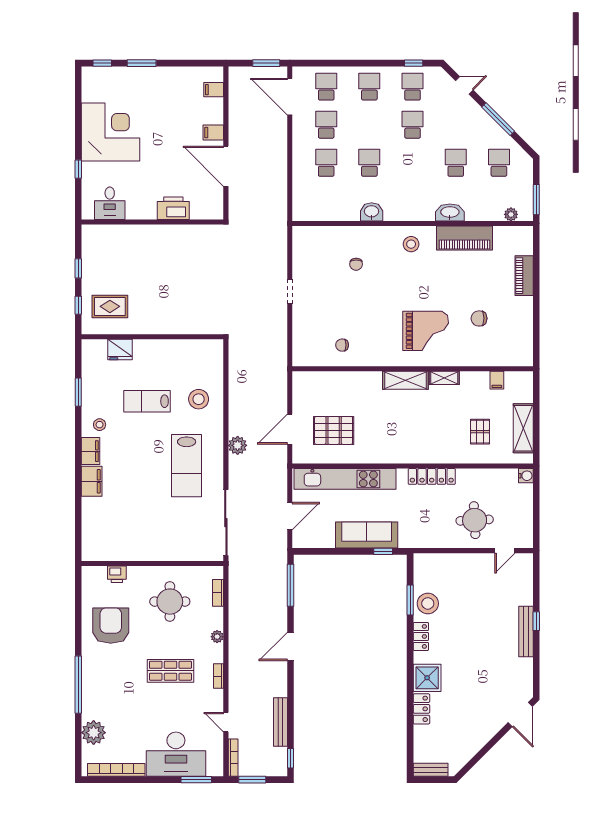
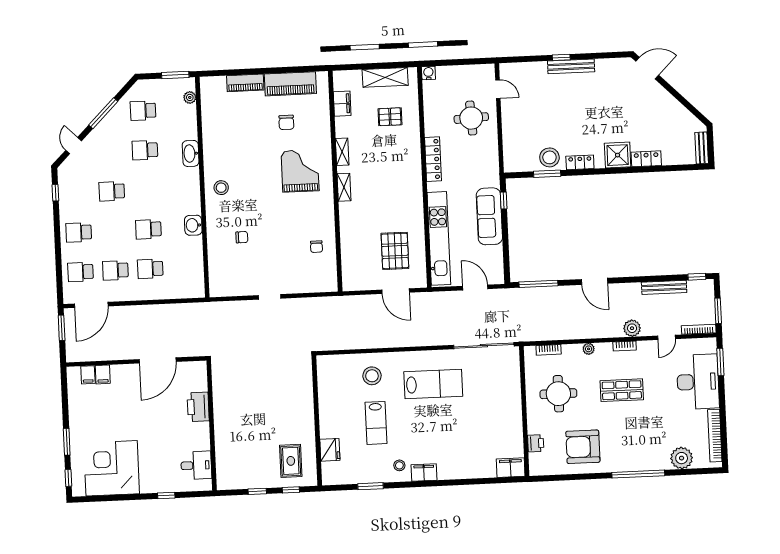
school desk: (413, 87) -> (77, 193), removed
corner desk: (111, 132) -> (112, 468), moved
filing cabinet: (213, 133) -> (103, 374), moved
piano: (465, 238) -> (290, 84), moved, turned 90
shelving: (405, 380) -> (344, 187), width x0.67, depth x0.75
filing cabinet: (497, 380) -> (342, 104), width x2.00
plant: (238, 445) -> (632, 328), moved
filing cabinet: (92, 481) -> (511, 468), moved
shop shelf: (170, 671) -> (622, 390), turned 90

